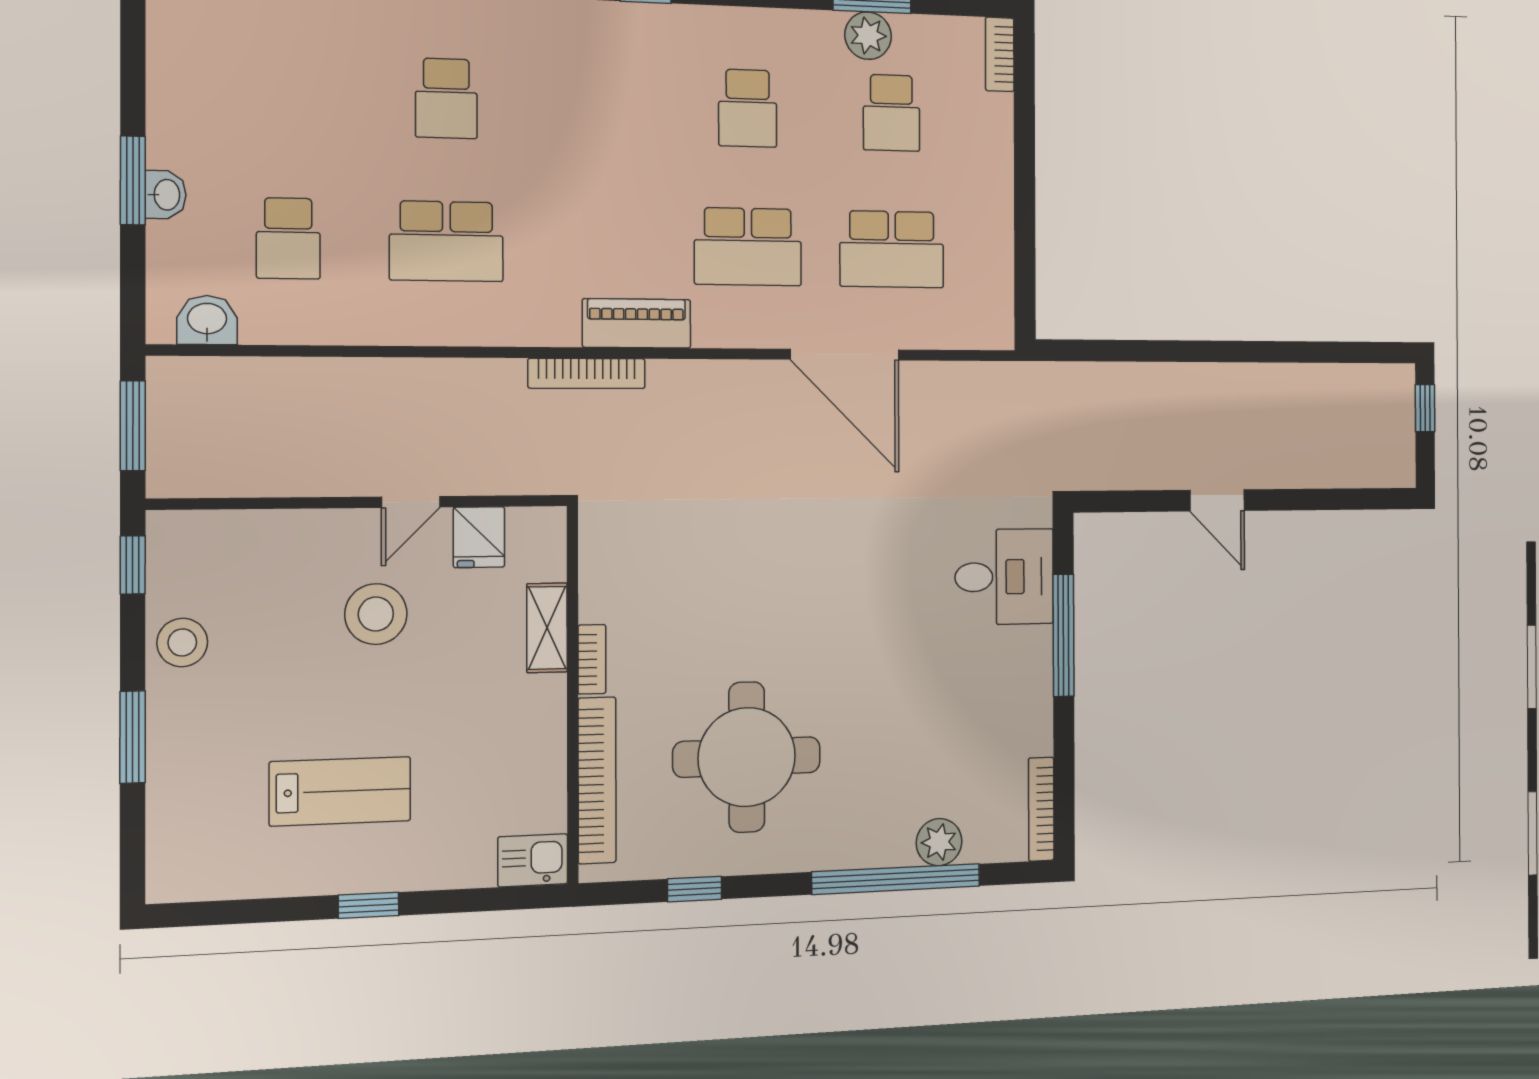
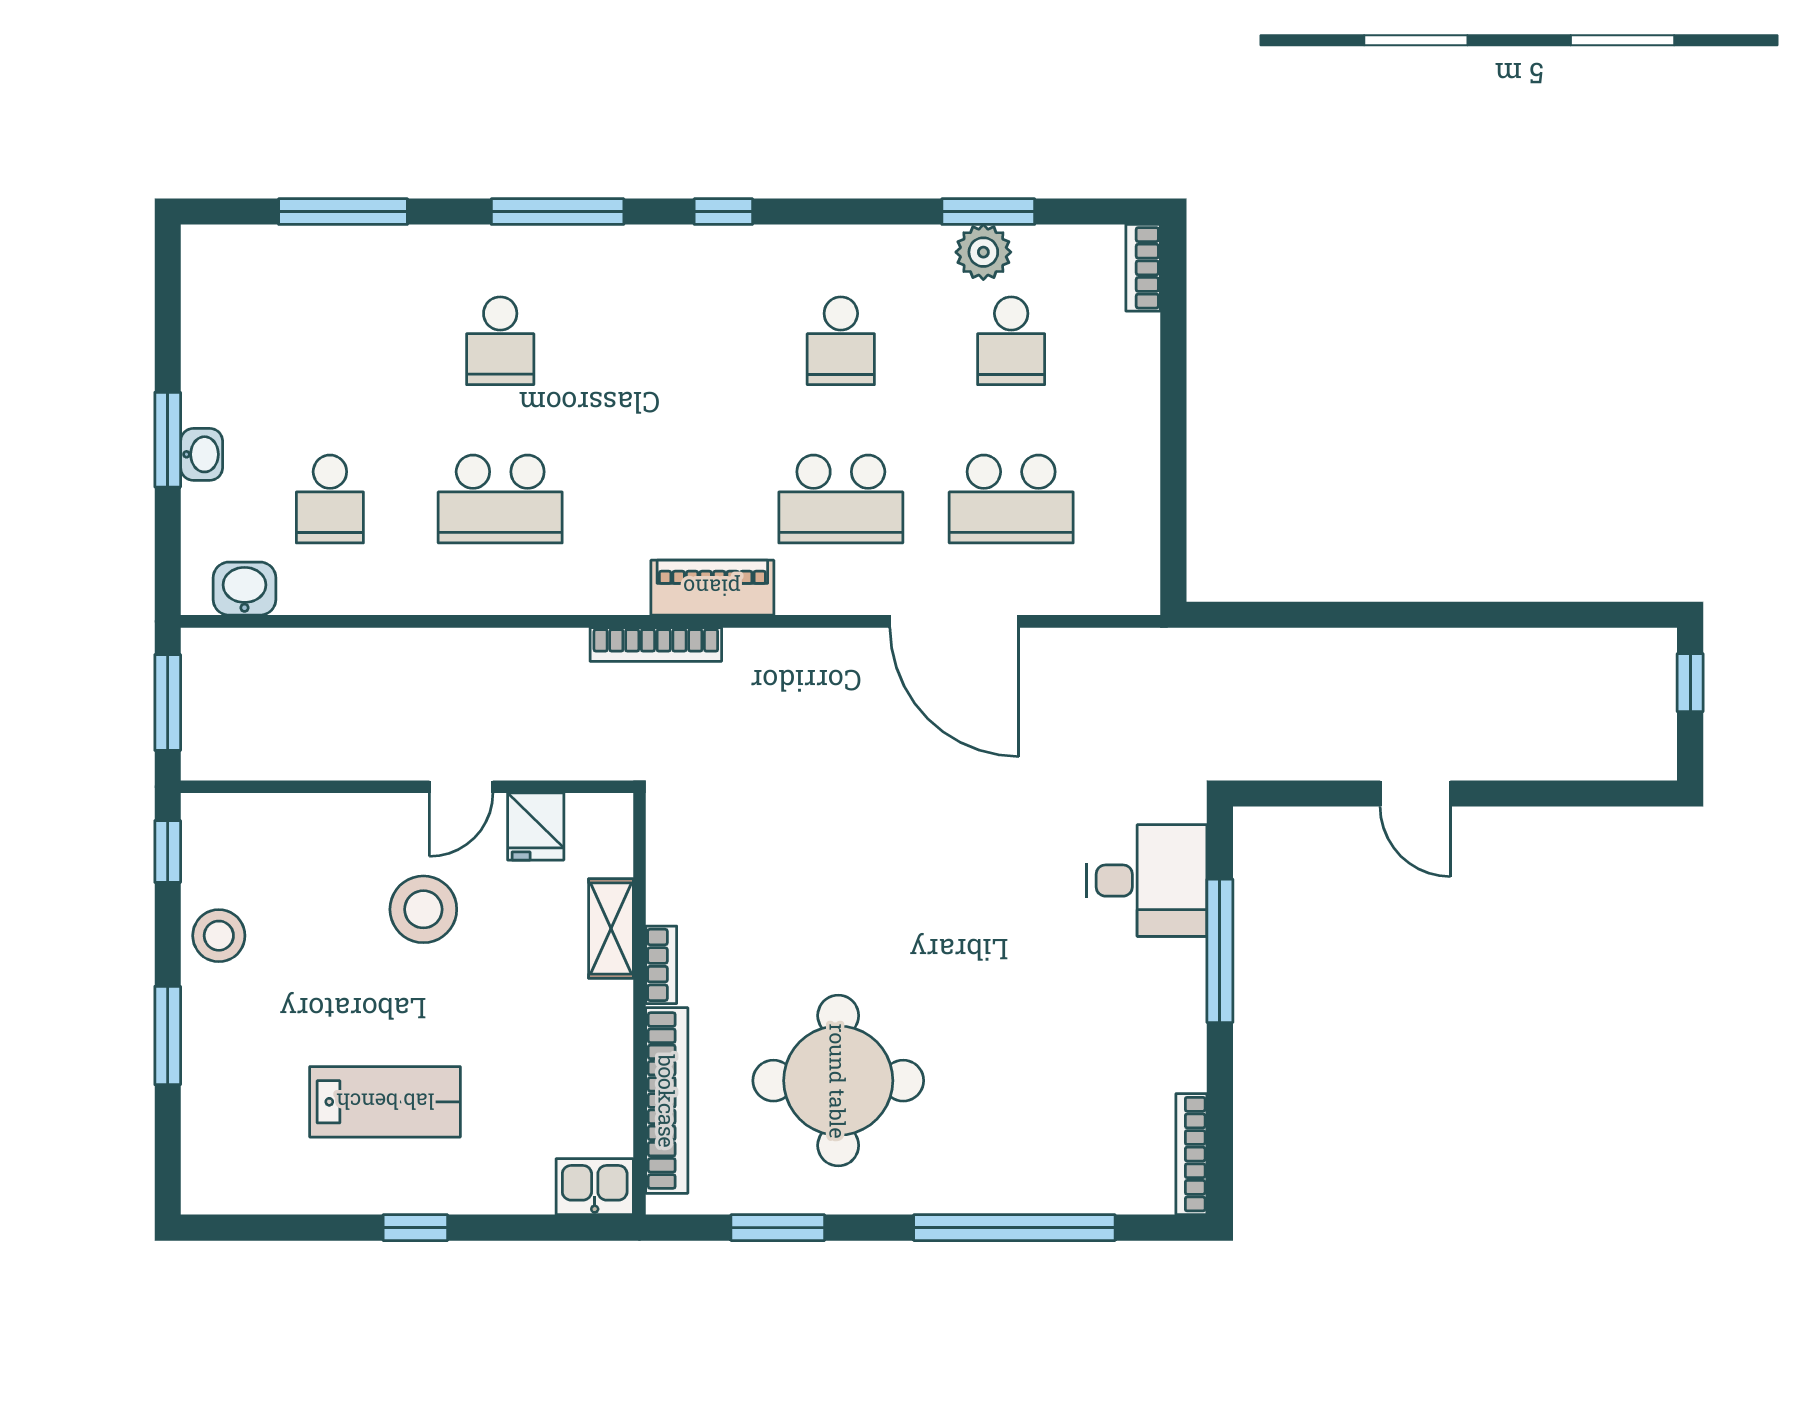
plant: (939, 842) -> (1066, 1187), removed
window: (695, 889) -> (778, 1228), width x1.50

